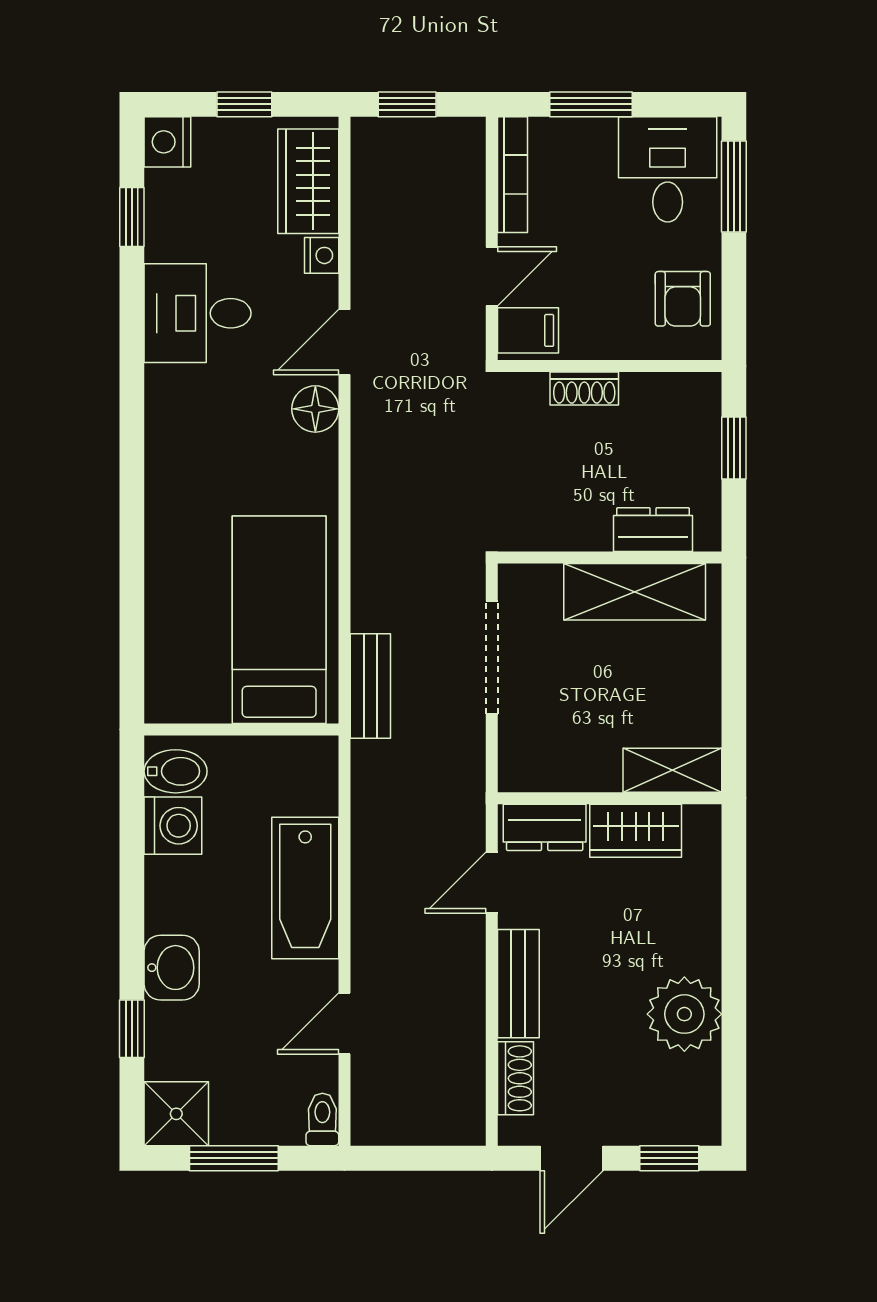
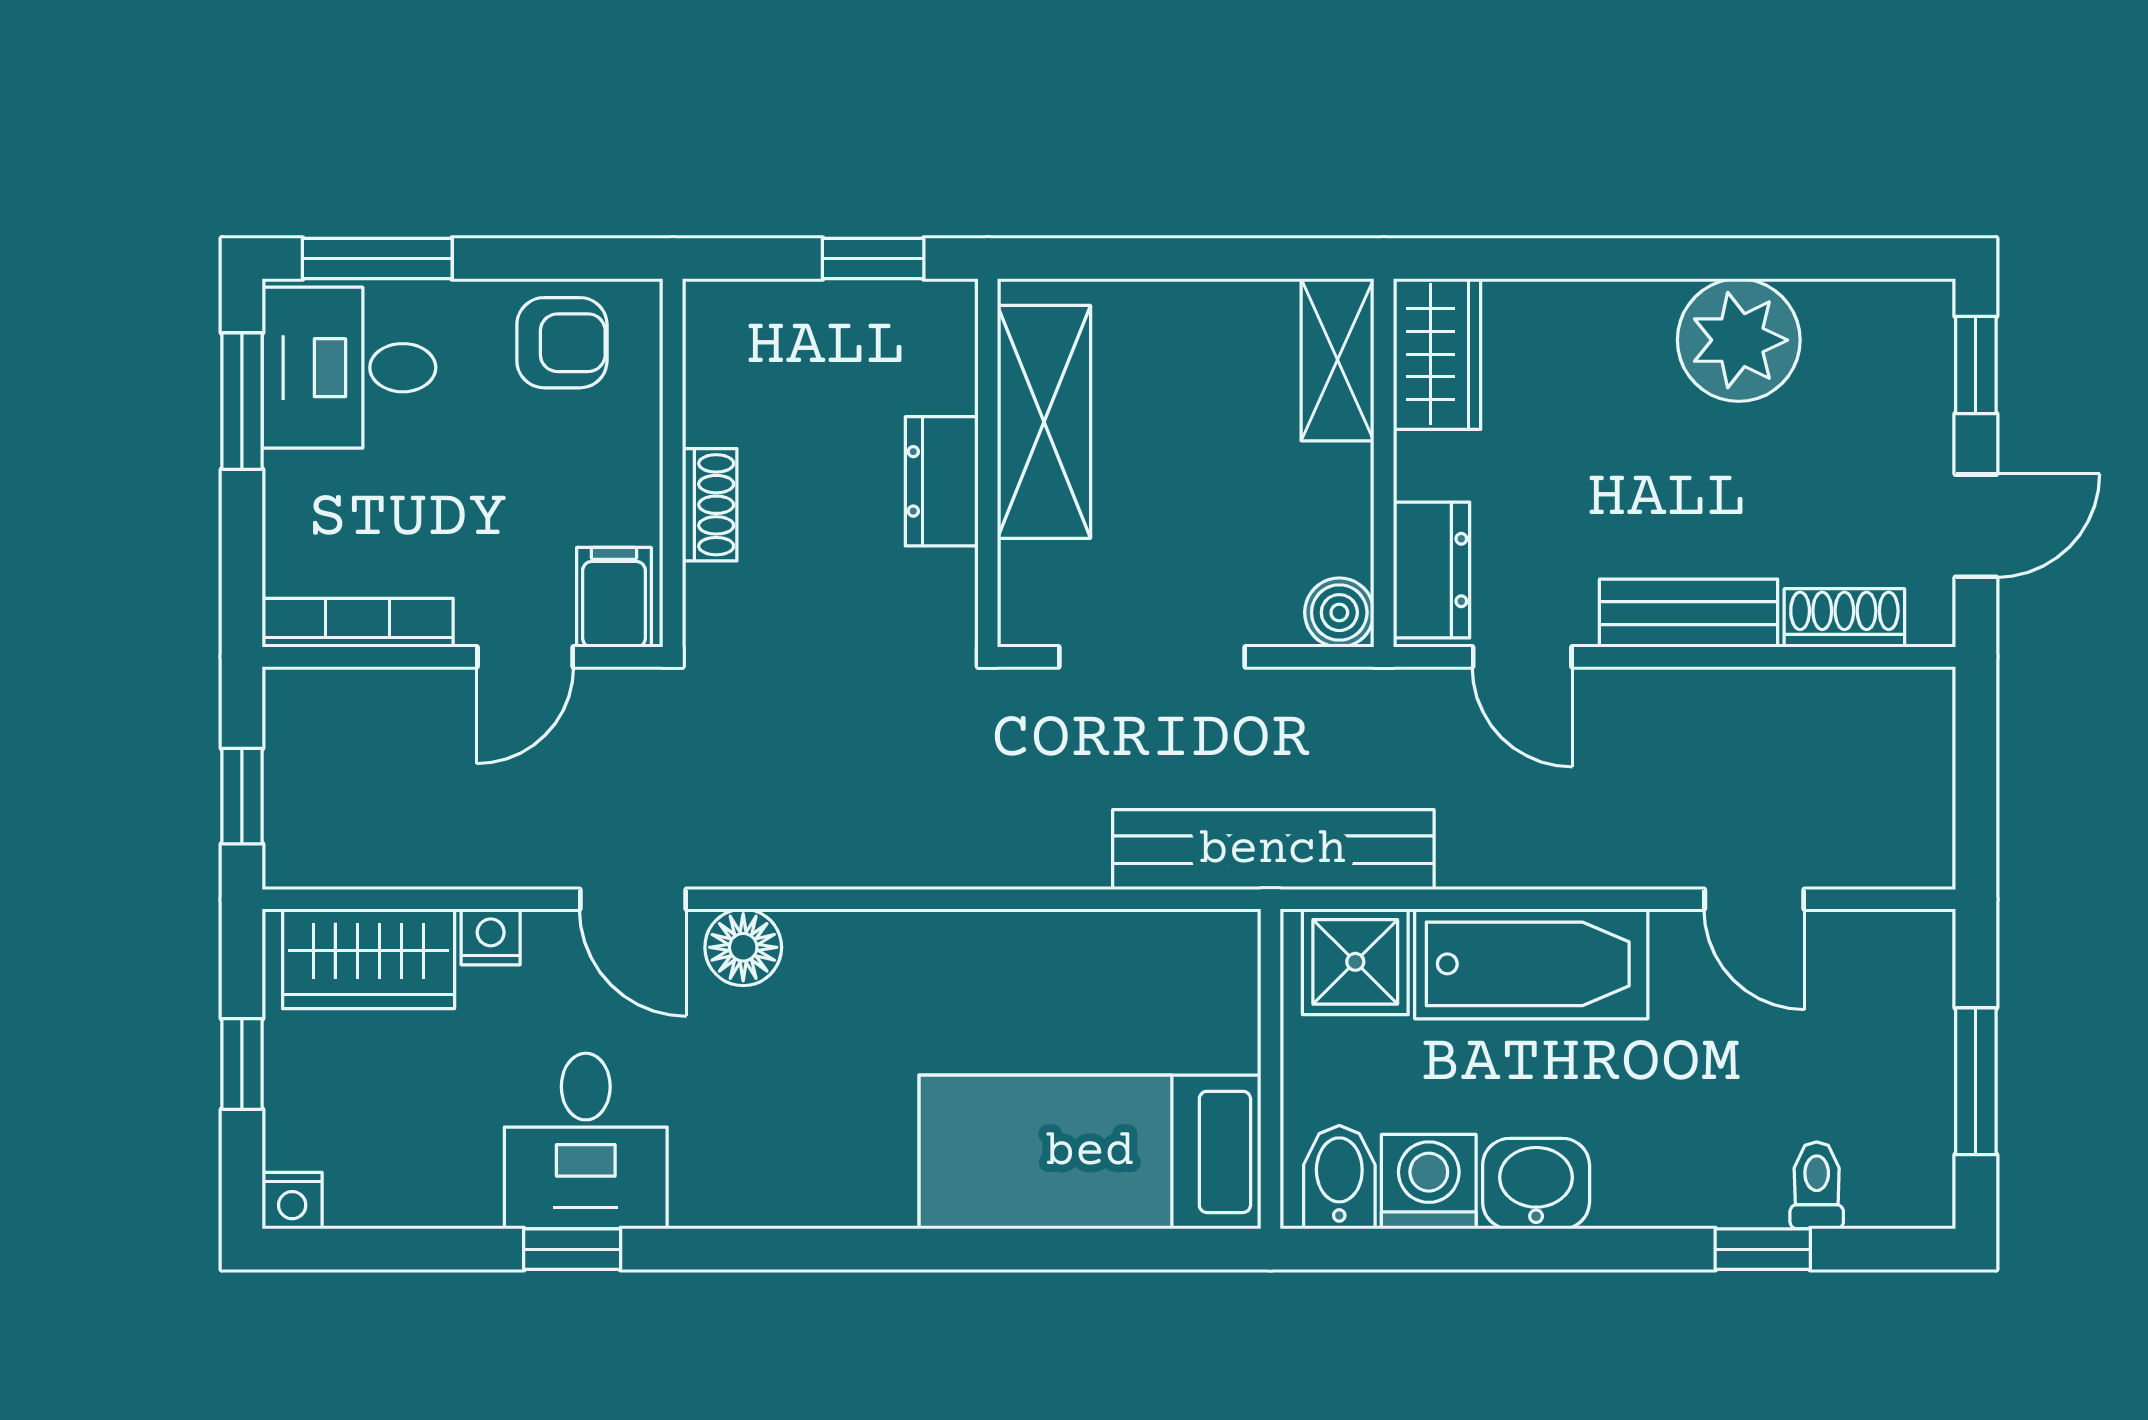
window: (591, 104) -> (242, 401), moved
nightstand: (167, 142) -> (292, 1201), width x0.72, depth x0.74
window: (132, 217) -> (572, 1249), moved
door: (492, 276) -> (525, 657), swing flipped
window: (734, 448) -> (873, 259), moved
dresser: (653, 530) -> (942, 481), moved
bed: (279, 620) -> (1090, 1152), moved
bench: (370, 686) -> (1273, 850), width x1.86, depth x1.21
boiler: (519, 771) -> (1339, 613), added
wardrobe: (636, 831) -> (1437, 354), moved
washbasin: (172, 968) -> (1536, 1184), moved
shower: (176, 1114) -> (1355, 962), moved
toilet: (322, 1120) -> (1817, 1185), moved, turned 90
door: (572, 1158) -> (1976, 526), hinge flipped

